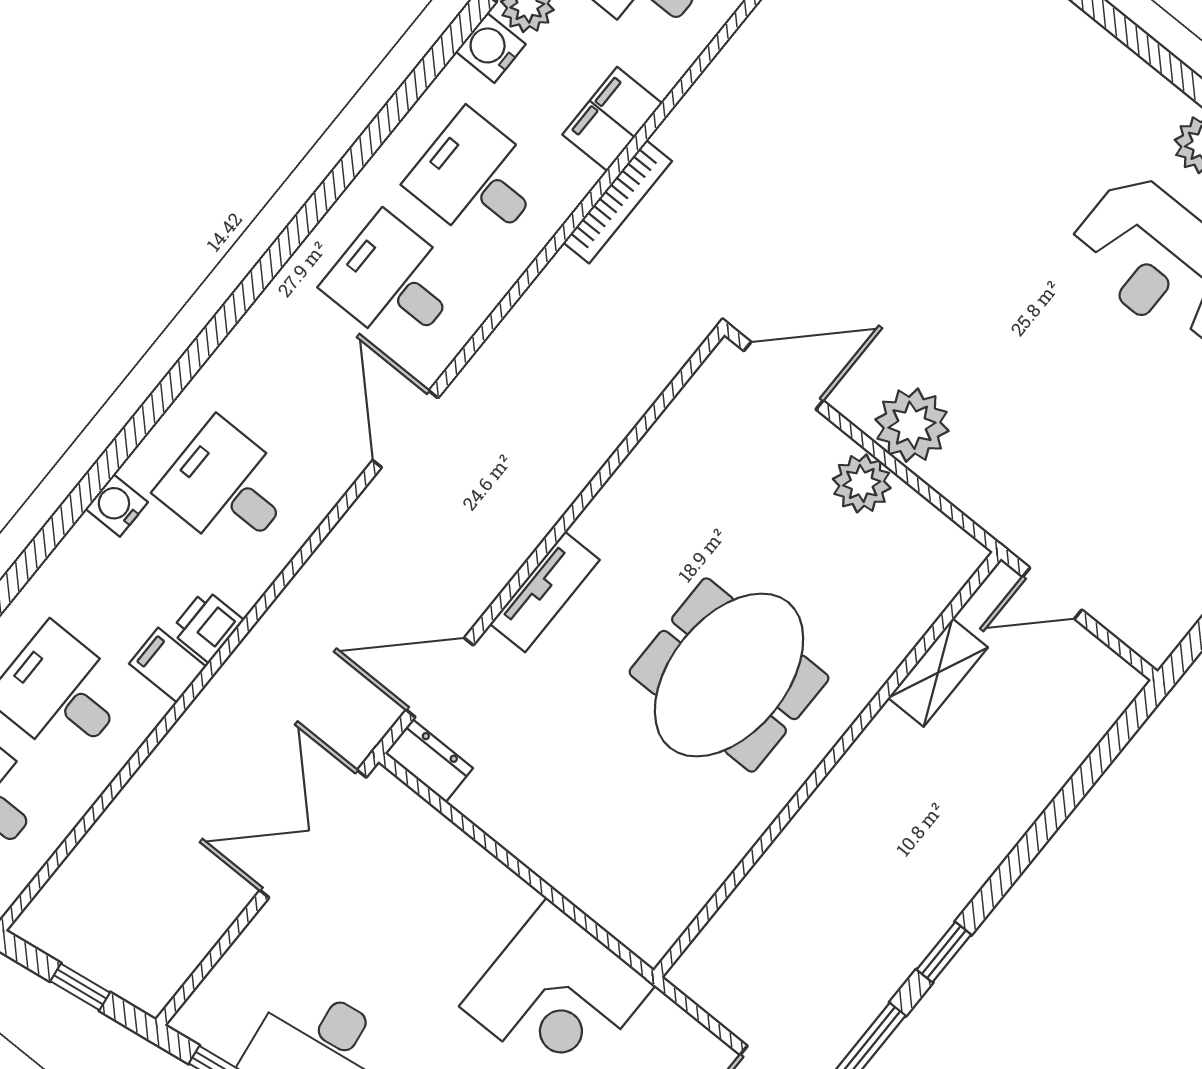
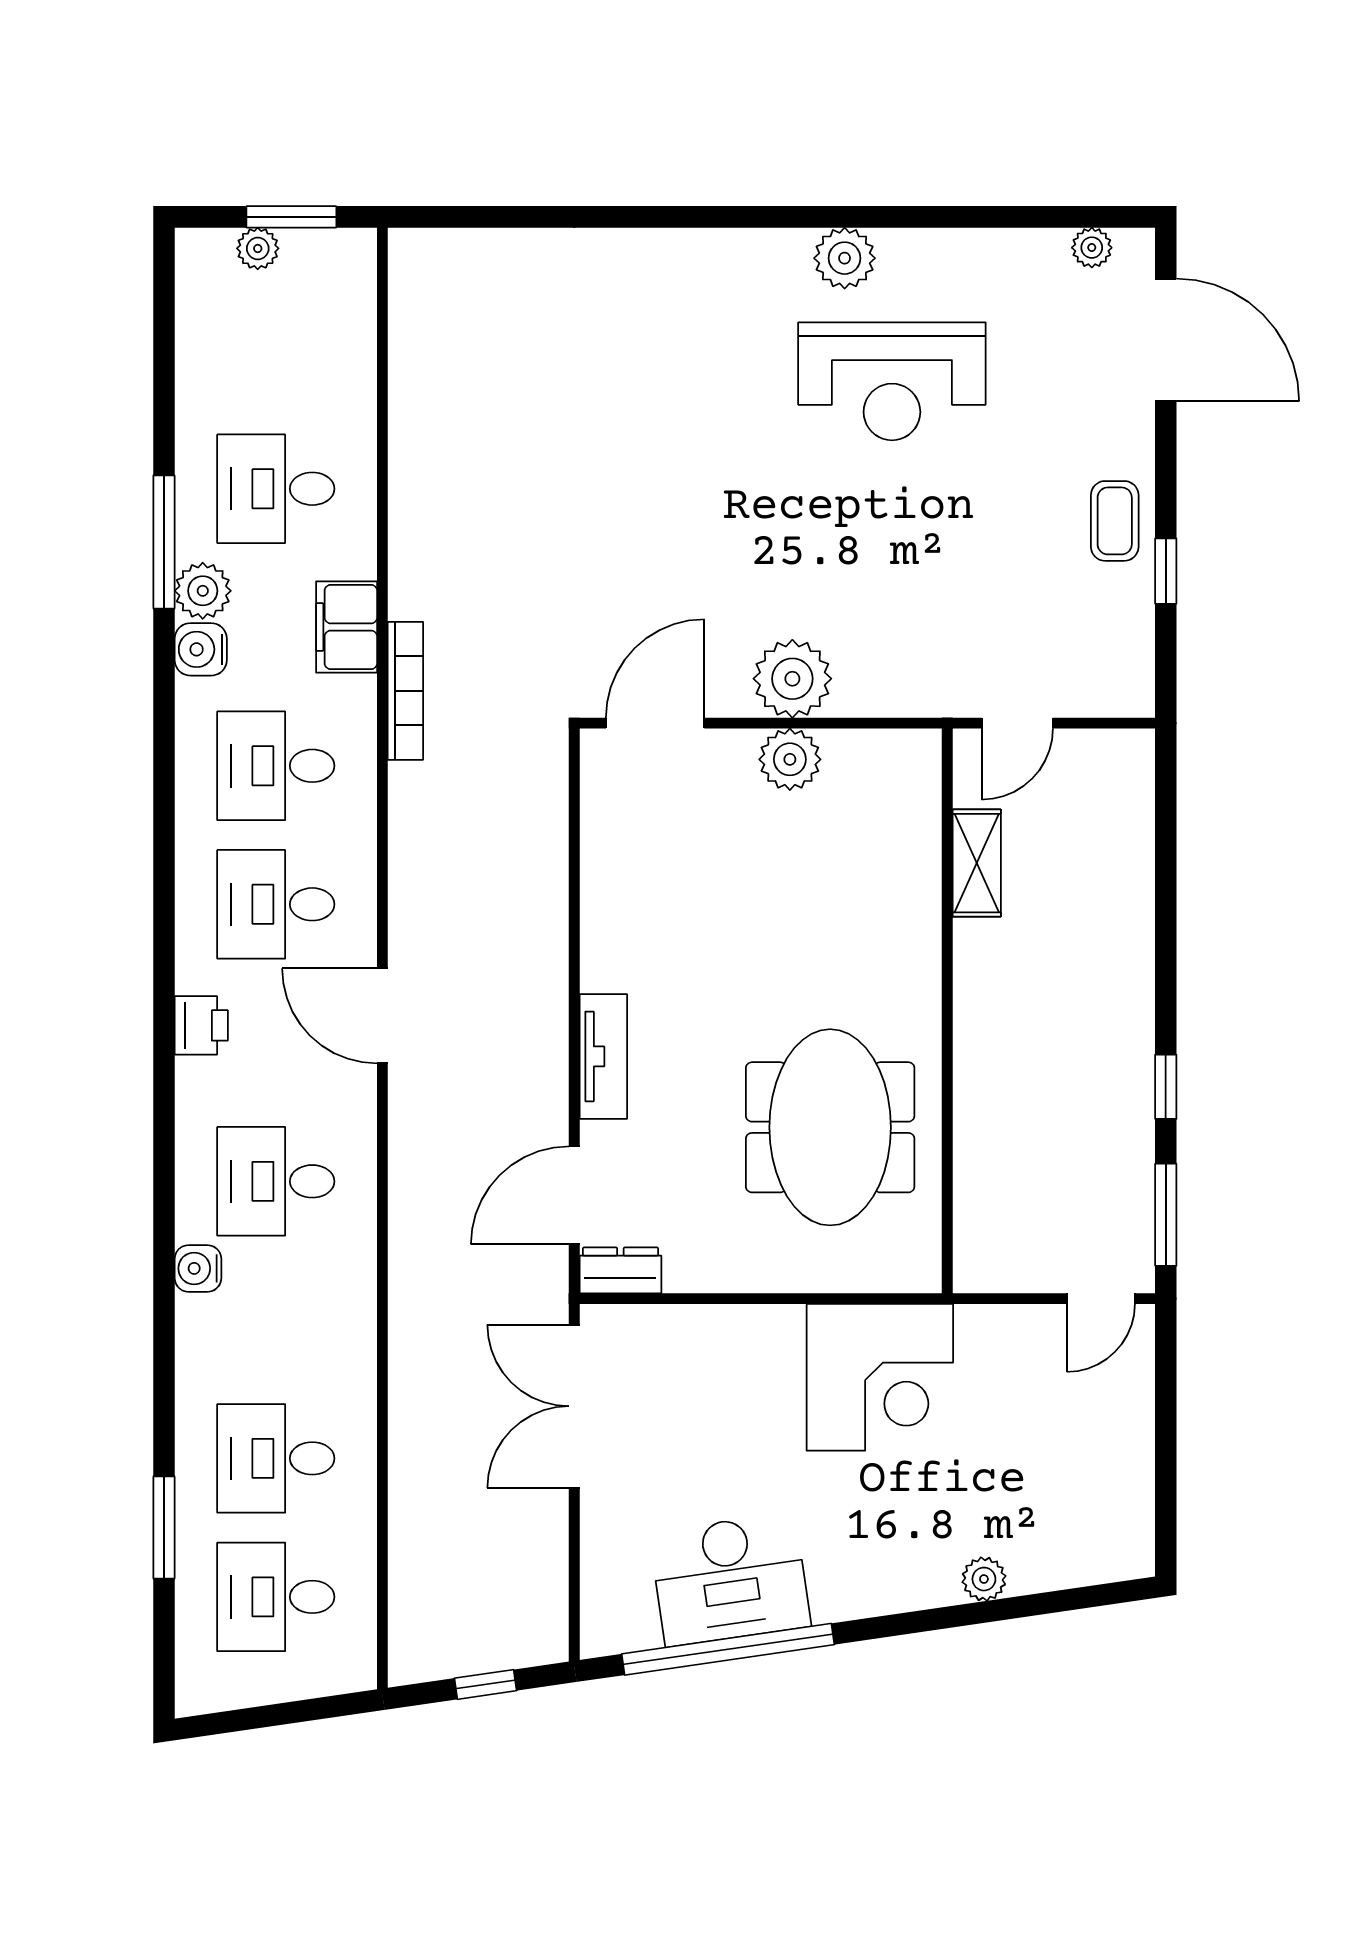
printer: (207, 626) -> (201, 1025), moved, turned 180
filing cabinet: (168, 665) -> (345, 1365), removed
meeting table: (729, 675) -> (830, 1127), moved

